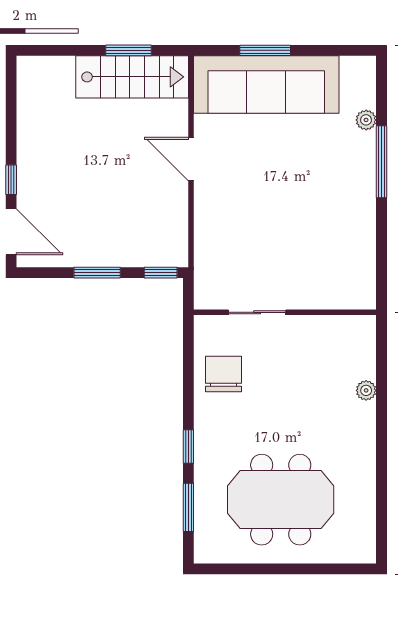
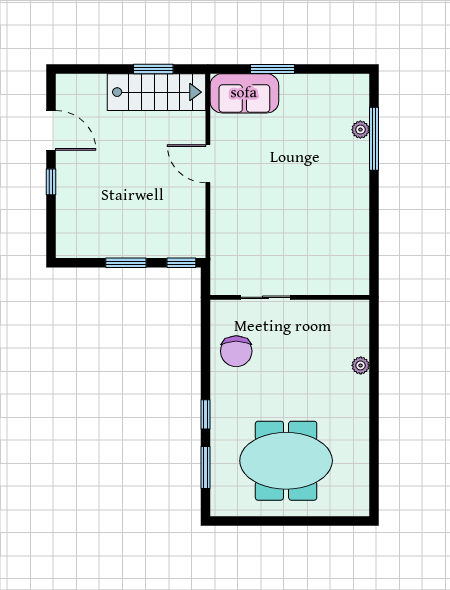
sofa: (266, 85) -> (244, 93), width x0.54, depth x0.79
window: (381, 162) -> (374, 139), moved
door: (11, 232) -> (51, 130), moved
chair: (224, 374) -> (236, 351), turned 180

